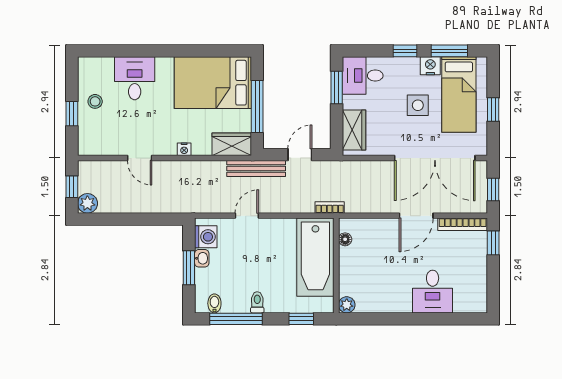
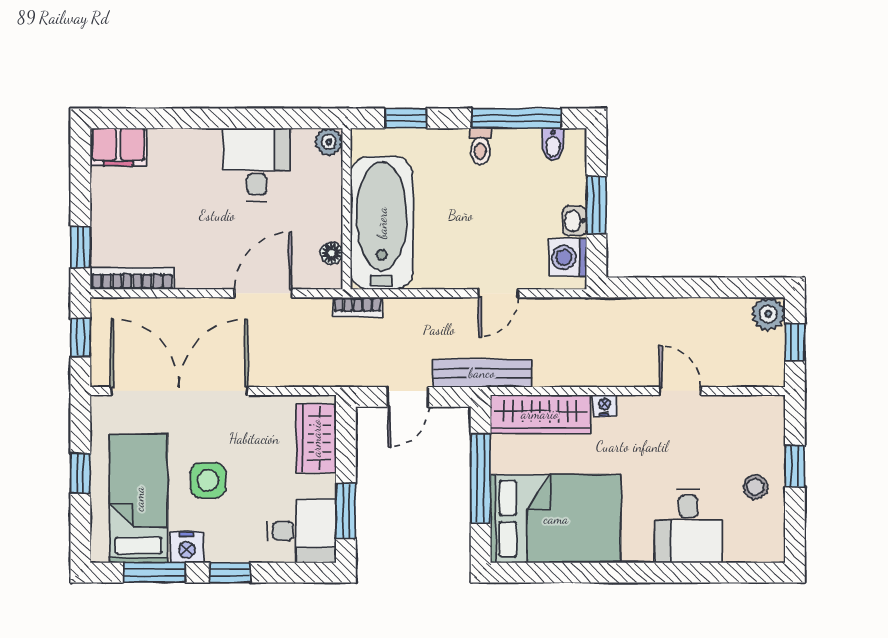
wardrobe: (232, 144) -> (540, 414), width x1.50
door: (416, 216) -> (263, 293), moved
desk: (433, 292) -> (257, 165), moved
filing cabinet: (471, 302) -> (118, 147), added

